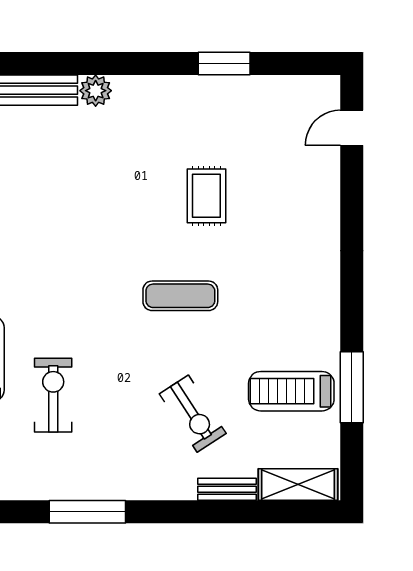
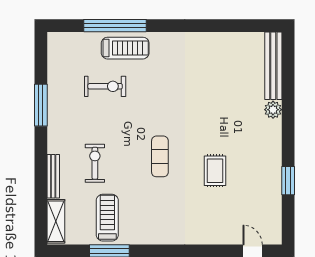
rug: (206, 196) -> (215, 171), turned 90
exercise bike: (193, 414) -> (95, 163), turned 123
bench: (227, 489) -> (53, 176), width x1.36

